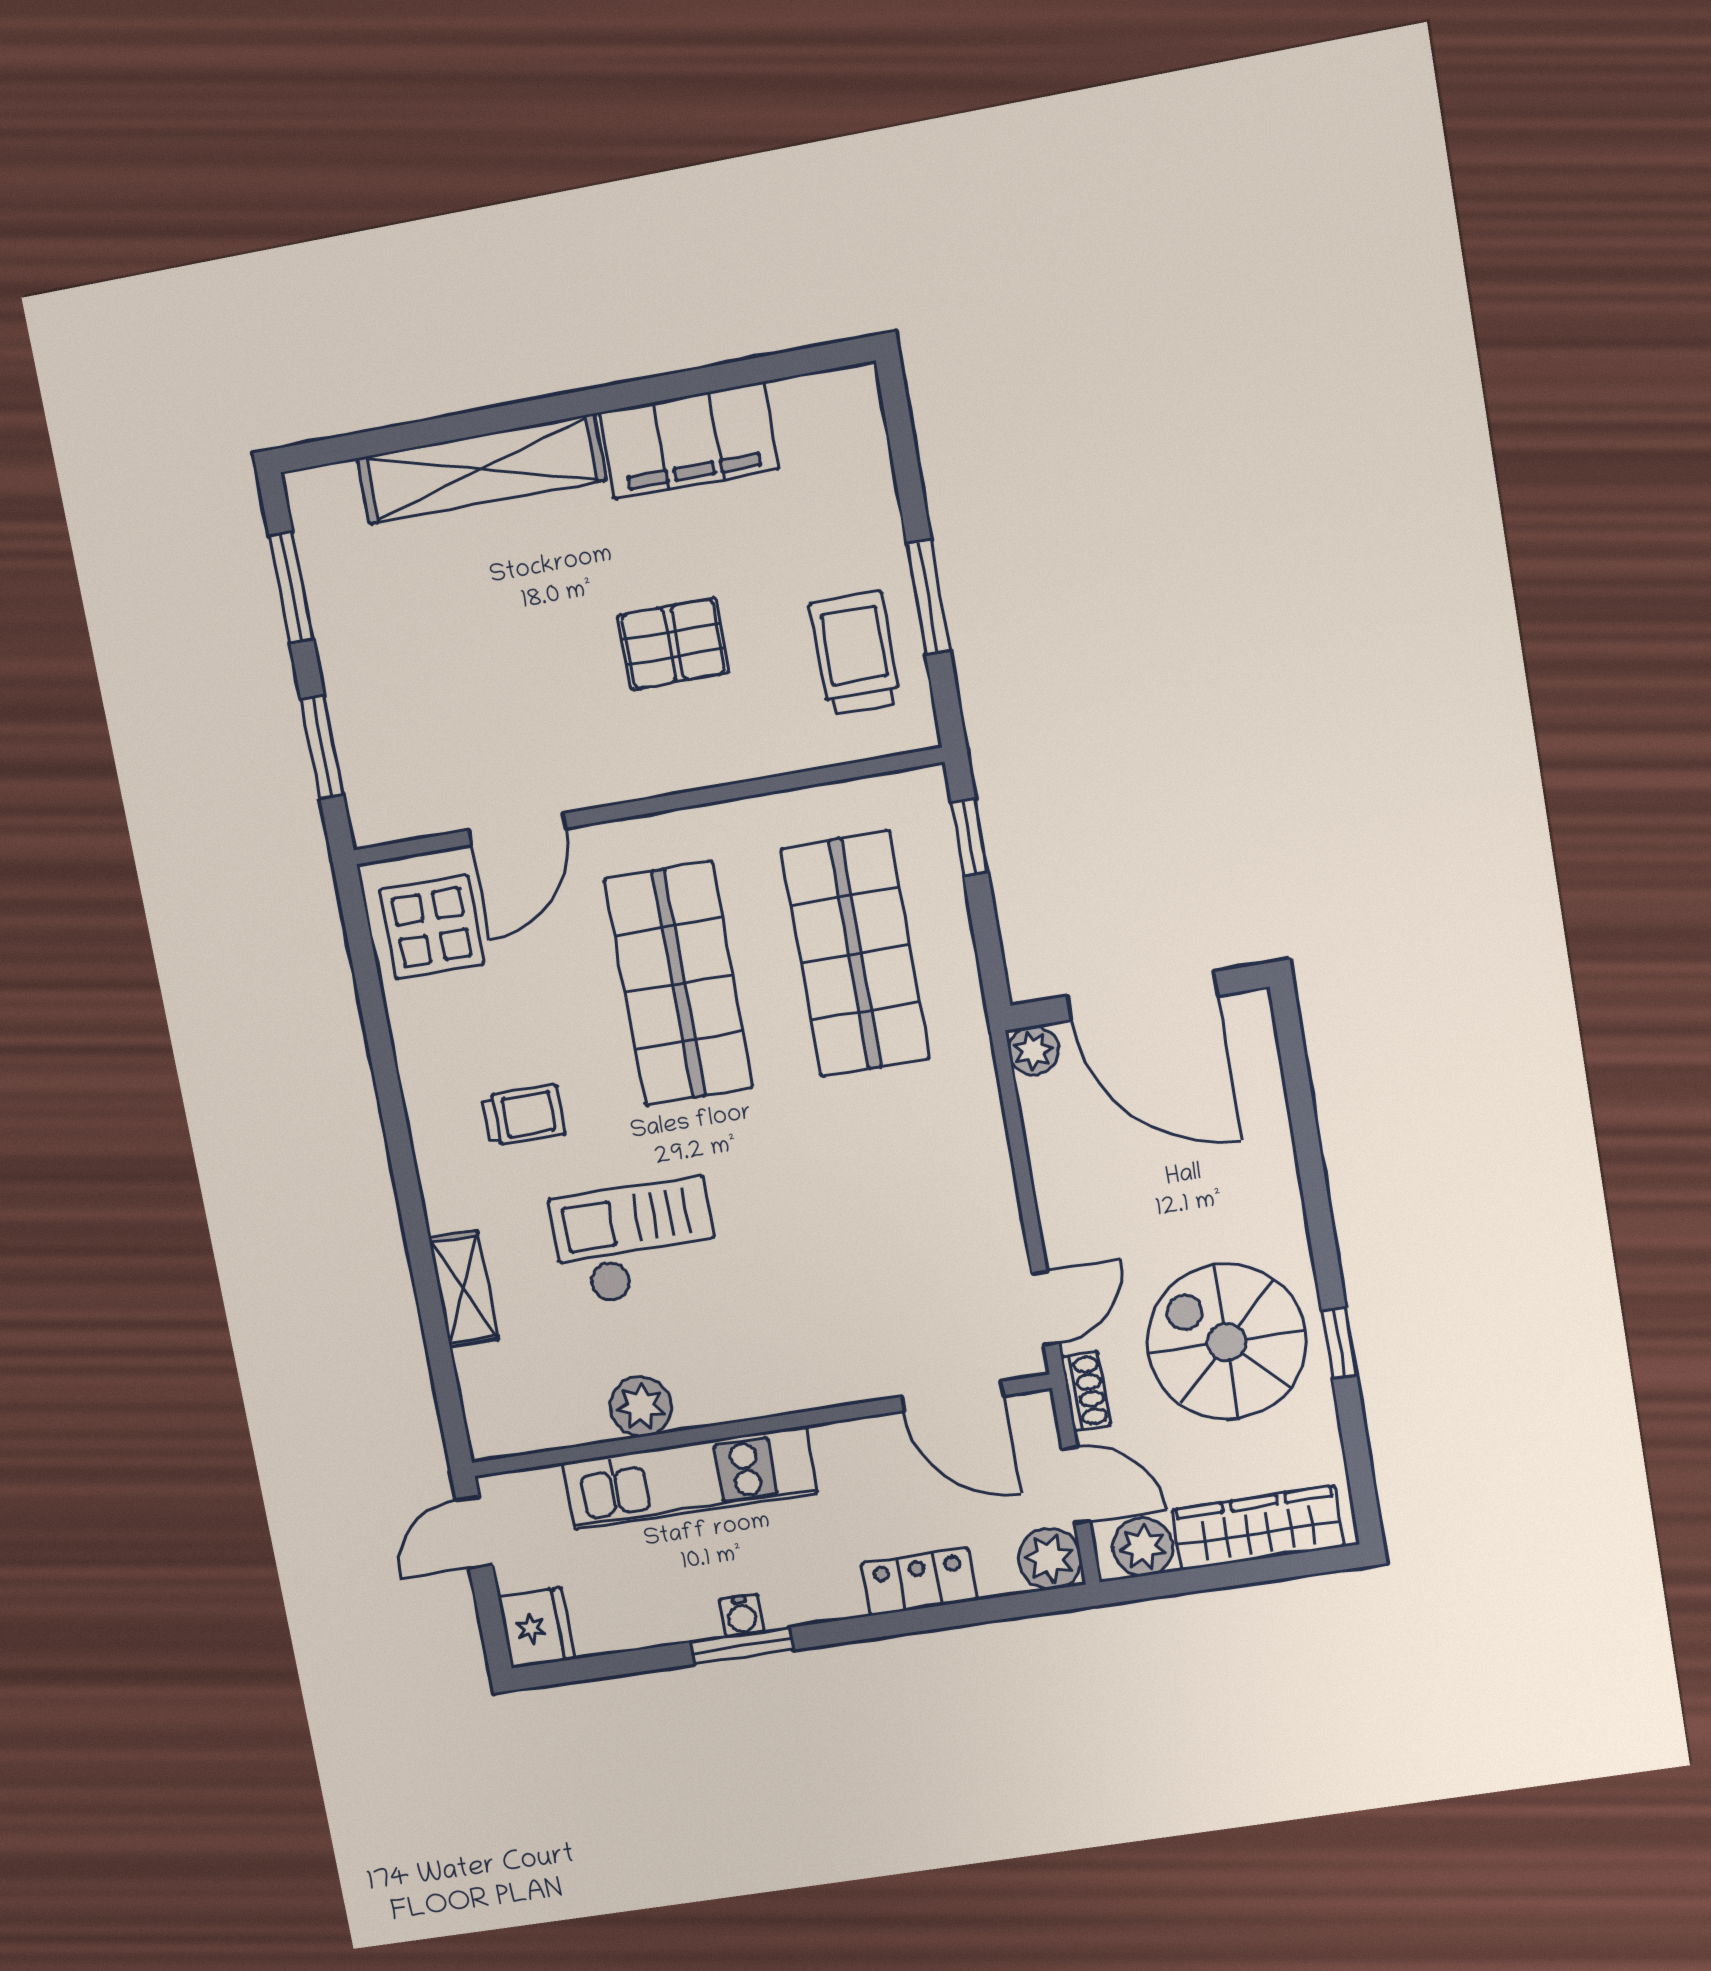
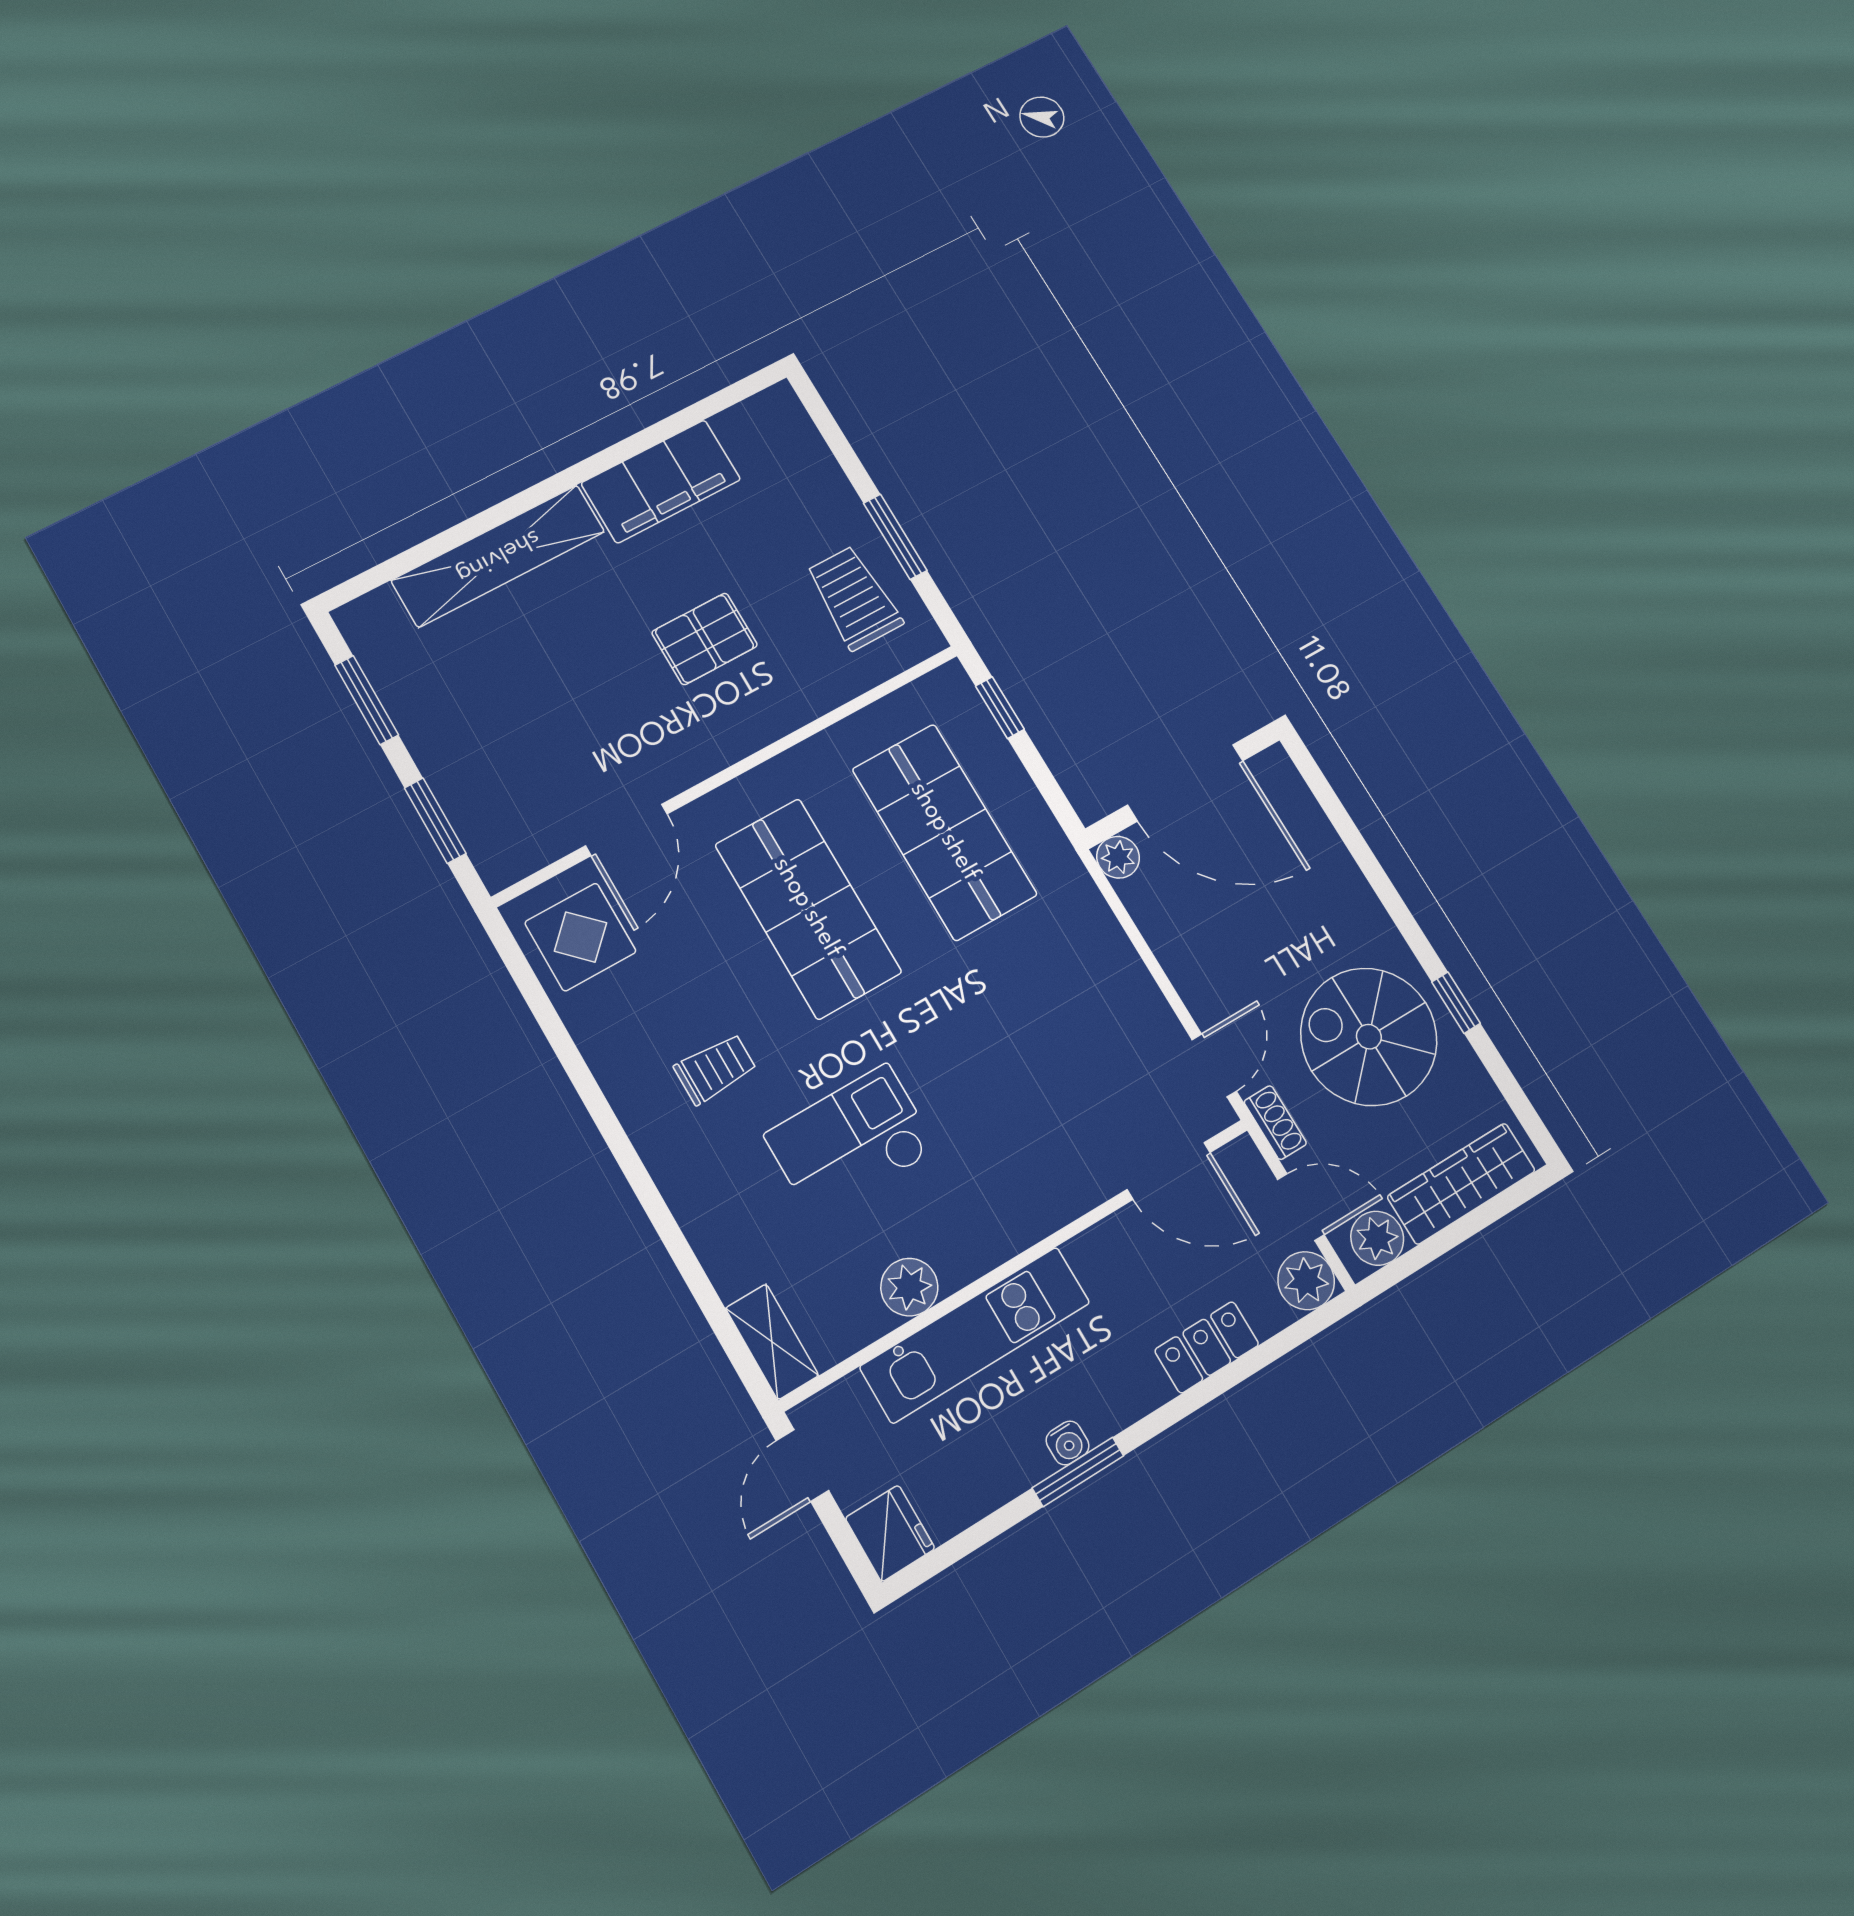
shelving: (463, 1289) -> (772, 1342), moved

